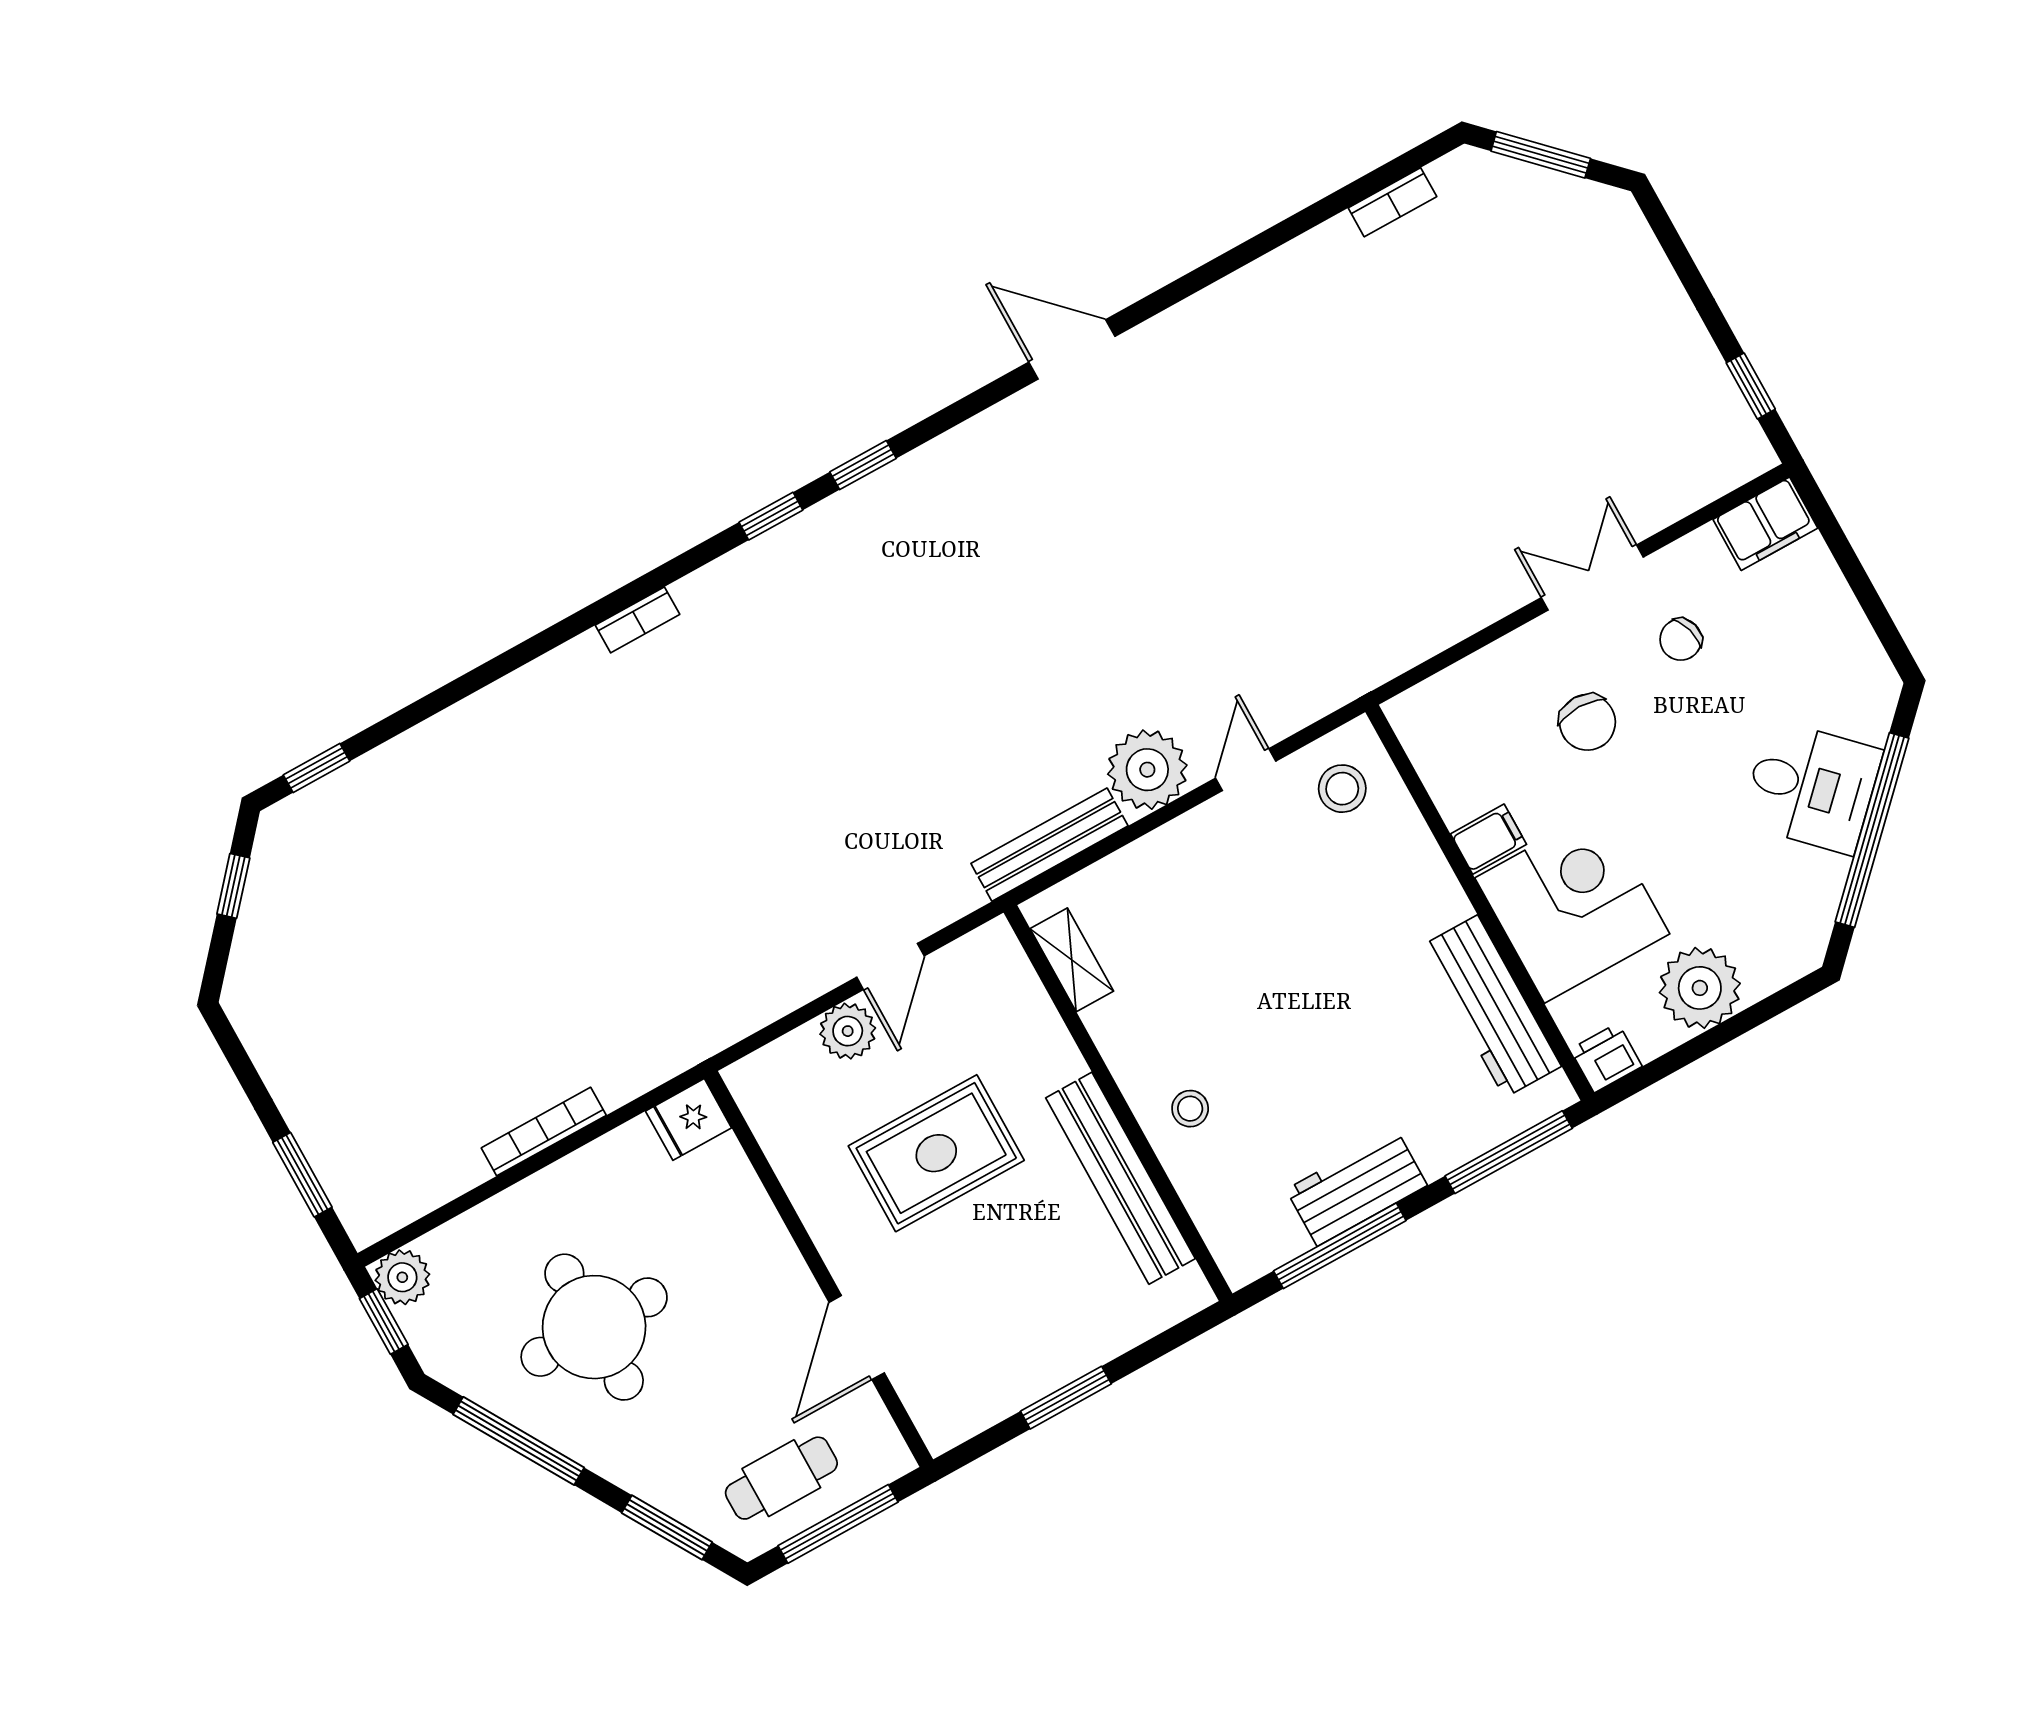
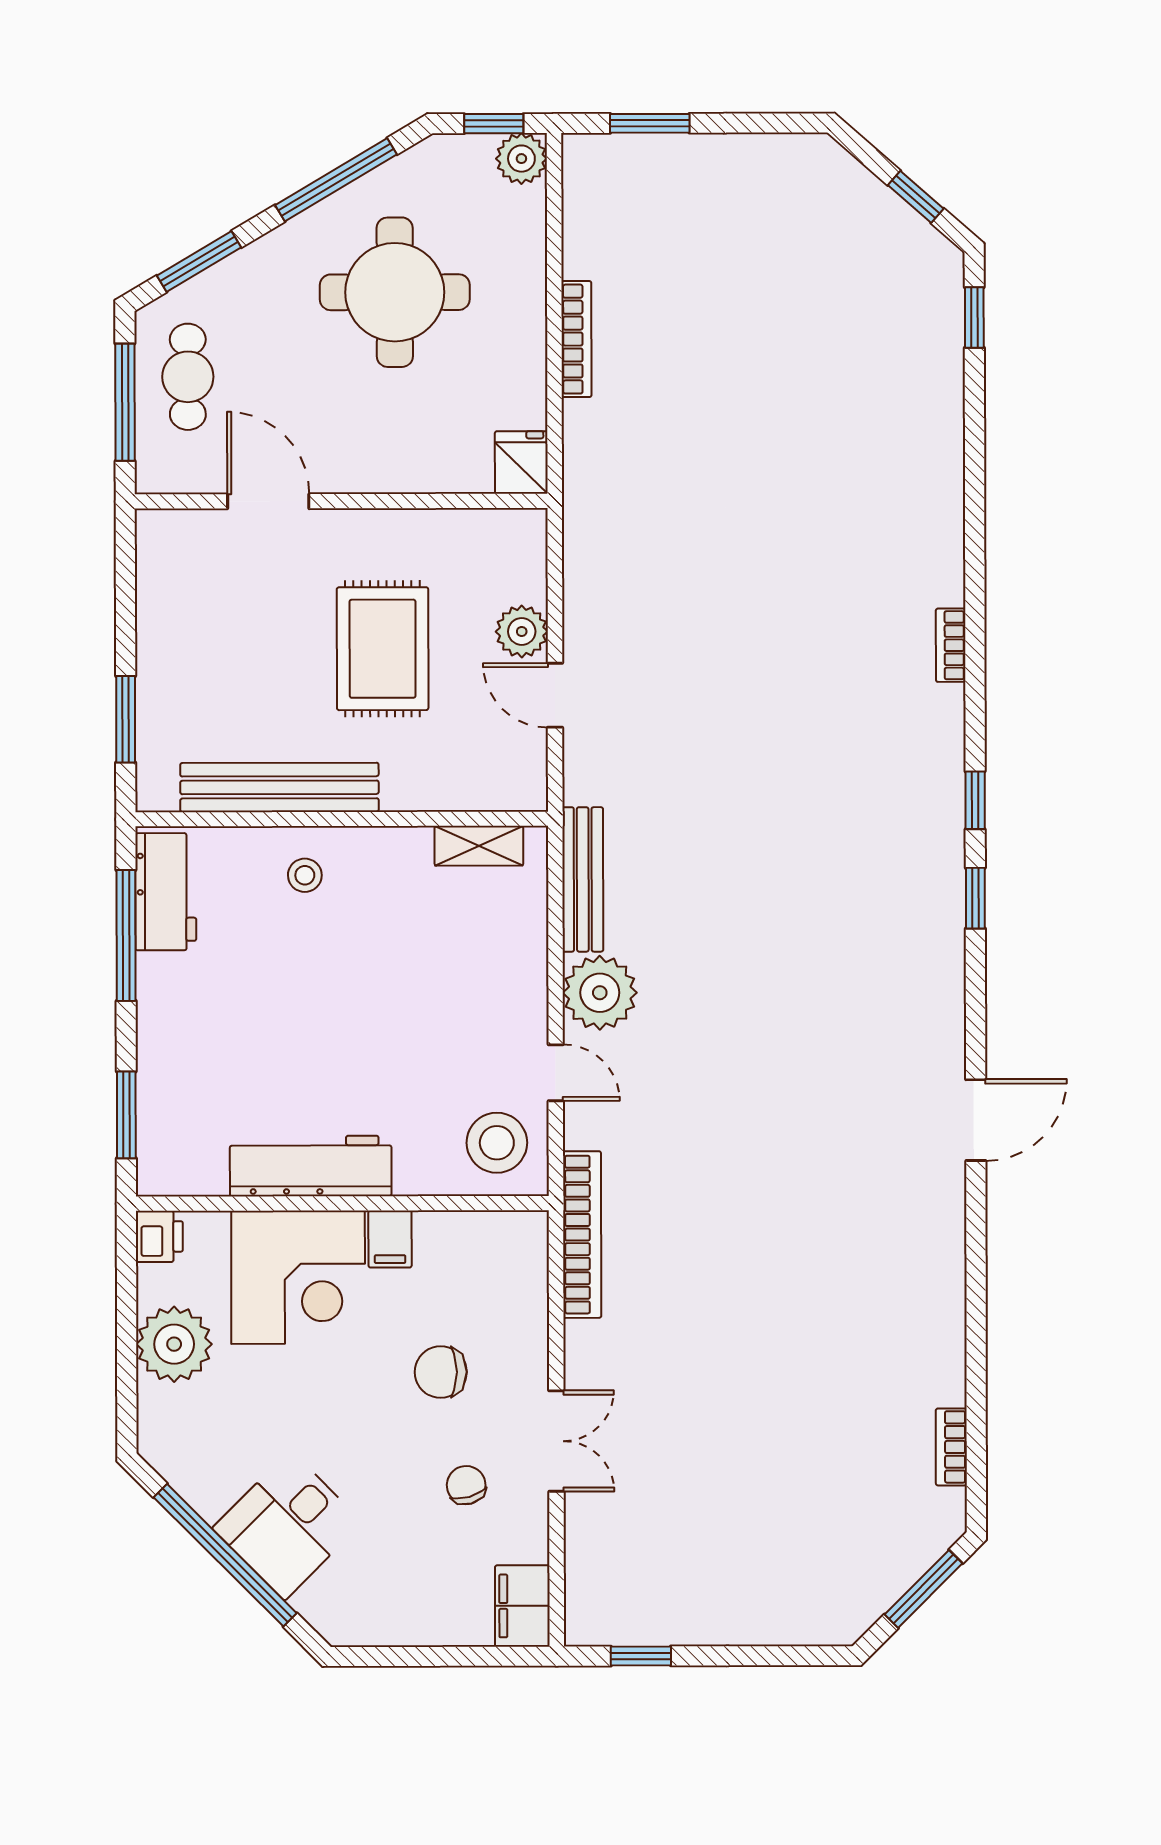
bookcase: (1384, 661) -> (582, 1235), added
stool: (1342, 789) -> (497, 1143), width x1.38, depth x1.38
workbench: (1491, 1006) -> (311, 1166), moved
window: (1509, 1152) -> (126, 1115), width x0.69
workbench: (1357, 1187) -> (166, 892), moved
window: (1066, 1398) -> (126, 719), moved

